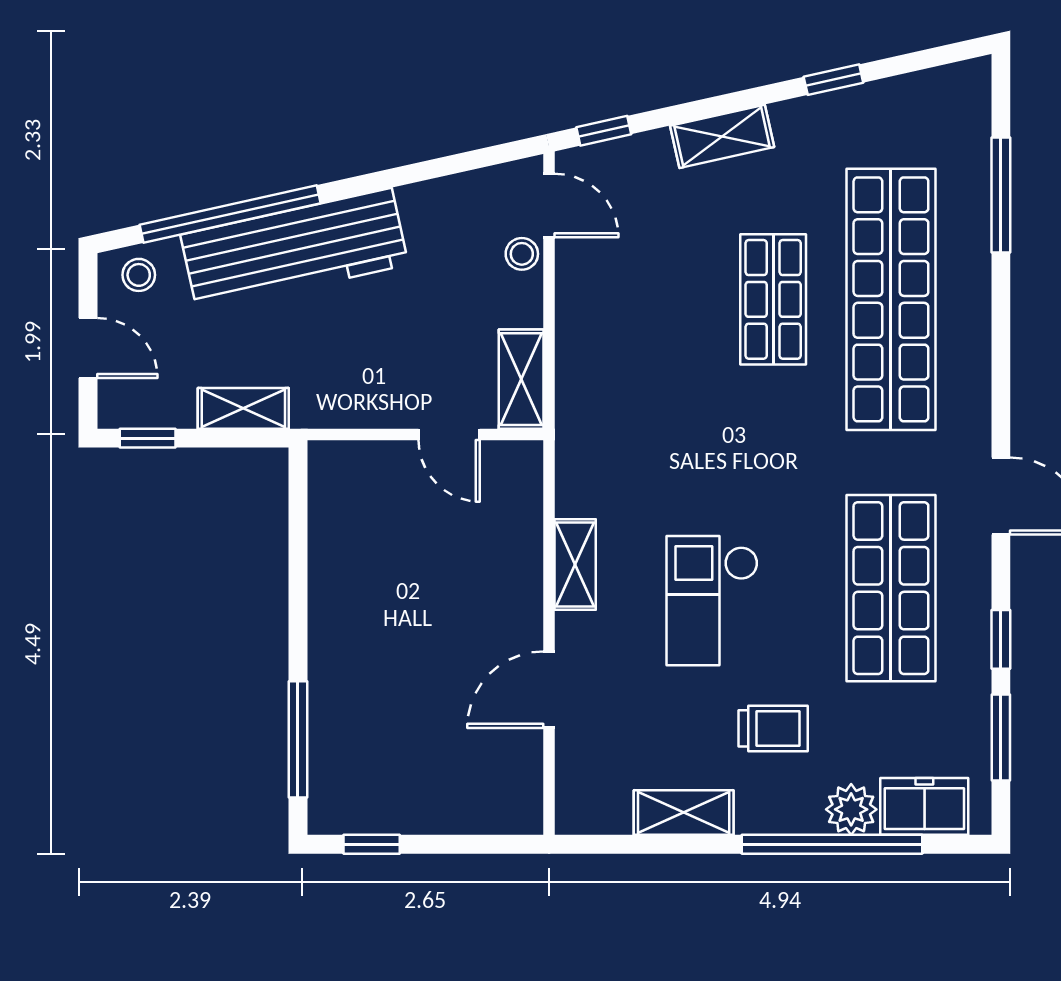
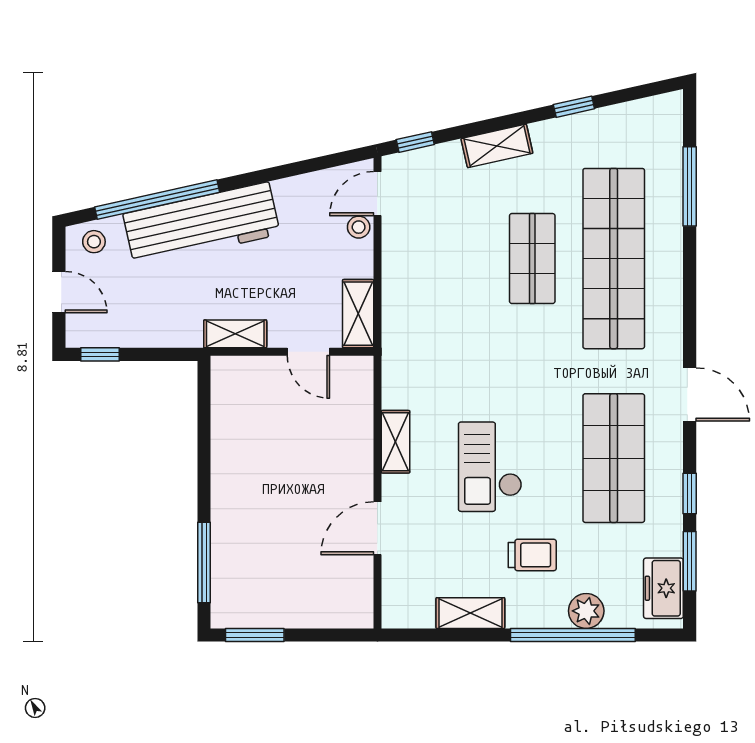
door: (549, 205) -> (377, 194), swing flipped
shelving: (243, 408) -> (235, 334), moved
freezer: (924, 806) -> (663, 588), moved, turned -90
window: (372, 844) -> (255, 635), width x1.50

